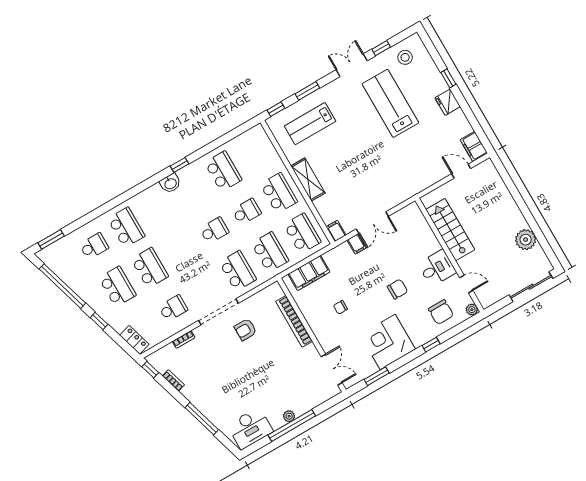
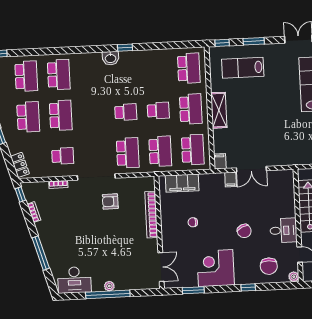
school desk: (223, 171) -> (189, 68), moved
school desk: (94, 246) -> (26, 76), width x1.85
chair: (397, 289) -> (244, 231), turned 65

